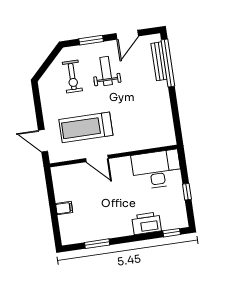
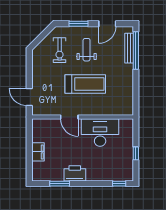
treadmill: (86, 127) -> (85, 84), moved, turned 180
desk: (157, 169) -> (100, 132), moved
filing cabinet: (64, 208) -> (38, 152), width x2.00
printer: (146, 223) -> (75, 173), moved

